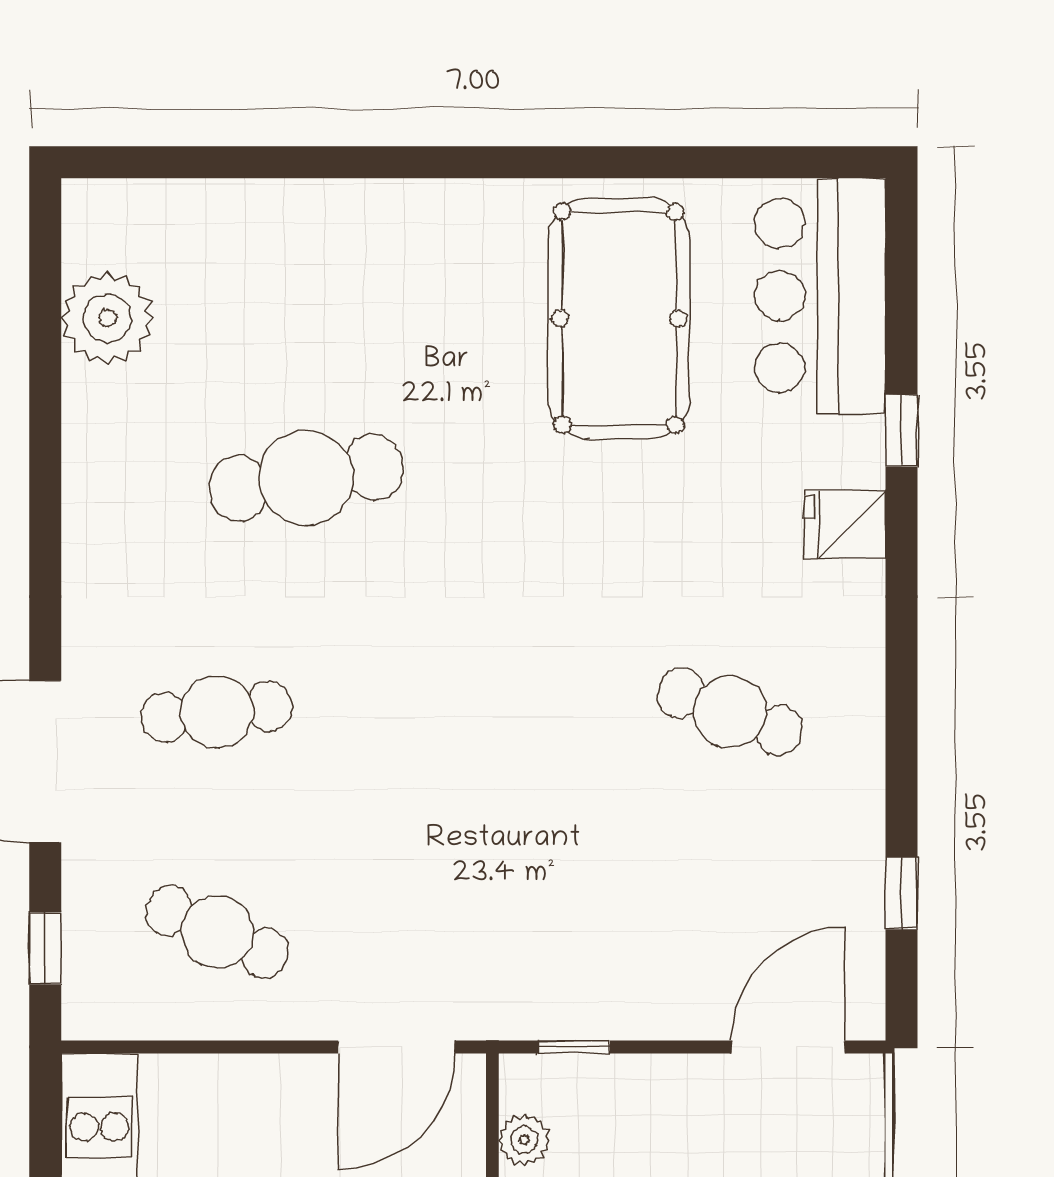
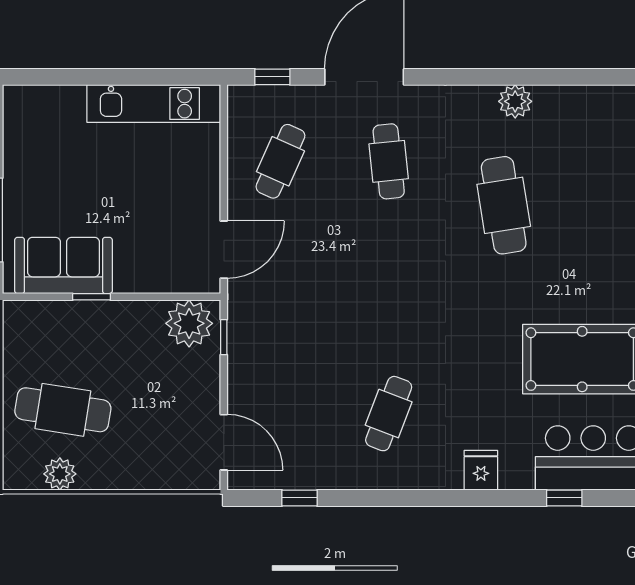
plant: (107, 318) -> (515, 101), moved, width x0.73, depth x0.73
window: (901, 431) -> (564, 498), moved
door: (396, 1047) -> (224, 250), swing flipped
plant: (524, 1140) -> (189, 323), width x1.88, depth x1.88

